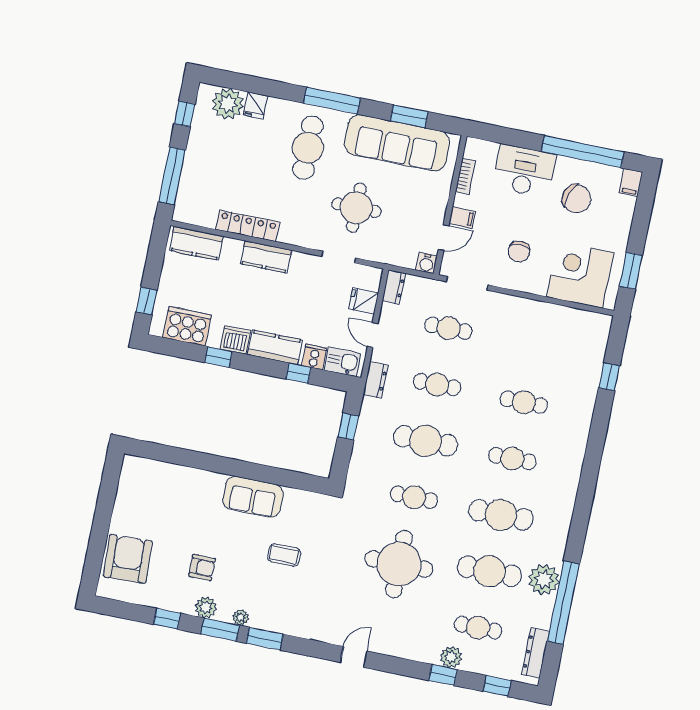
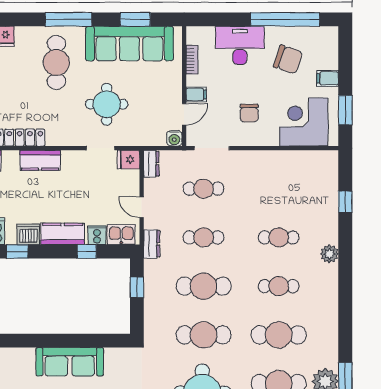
filing cabinet: (631, 183) -> (328, 78), moved, turned 90
fridge: (364, 301) -> (128, 160), moved
plant: (579, 433) -> (329, 254), added
sofa: (253, 497) -> (70, 362), width x1.36
cafe table: (414, 497) -> (204, 335), width x1.37, depth x1.35

